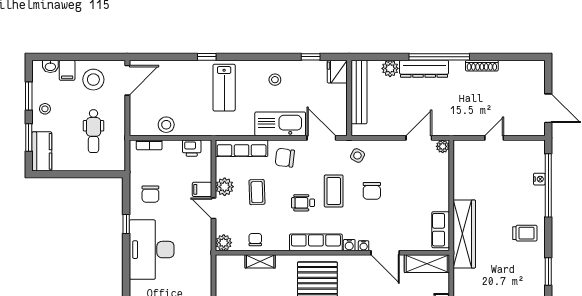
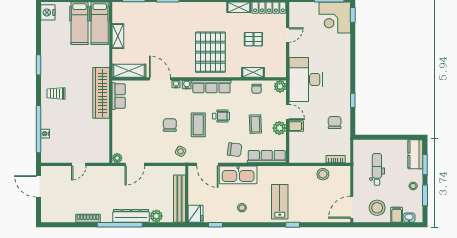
printer: (192, 148) -> (304, 157), removed
desk: (152, 250) -> (306, 80), moved, turned 180

